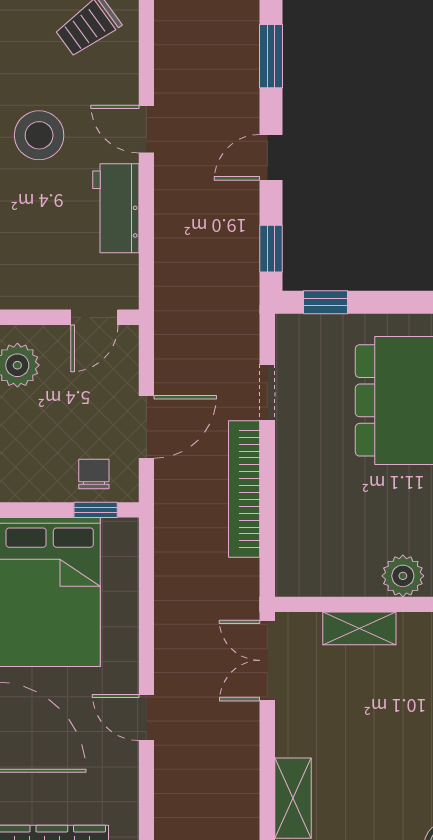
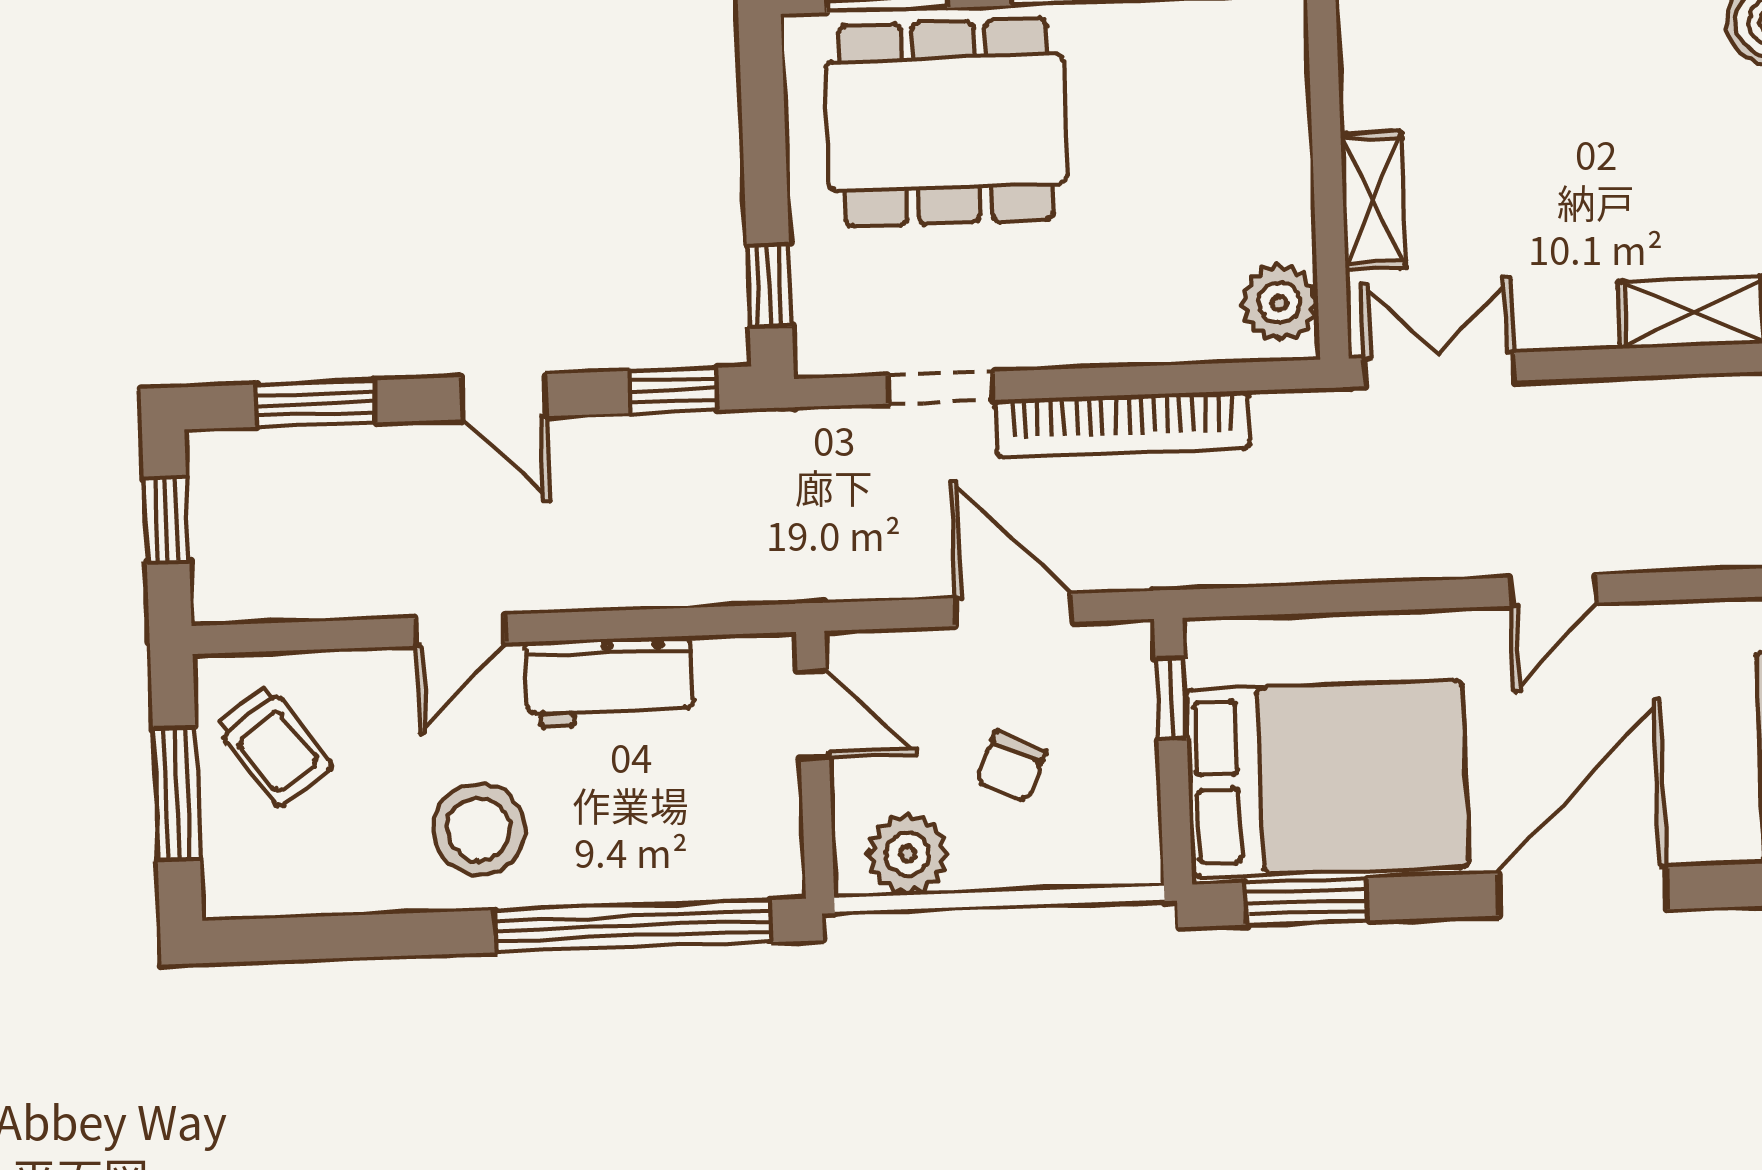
chair: (94, 474) -> (1011, 767), moved, turned -66
plant: (403, 576) -> (1279, 303), moved
double door: (267, 660) -> (1439, 369), swing flipped

